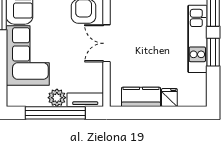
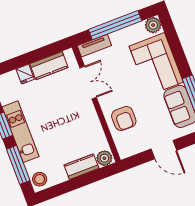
double door: (107, 43) -> (88, 83), moved
plant: (57, 98) -> (153, 25), moved

